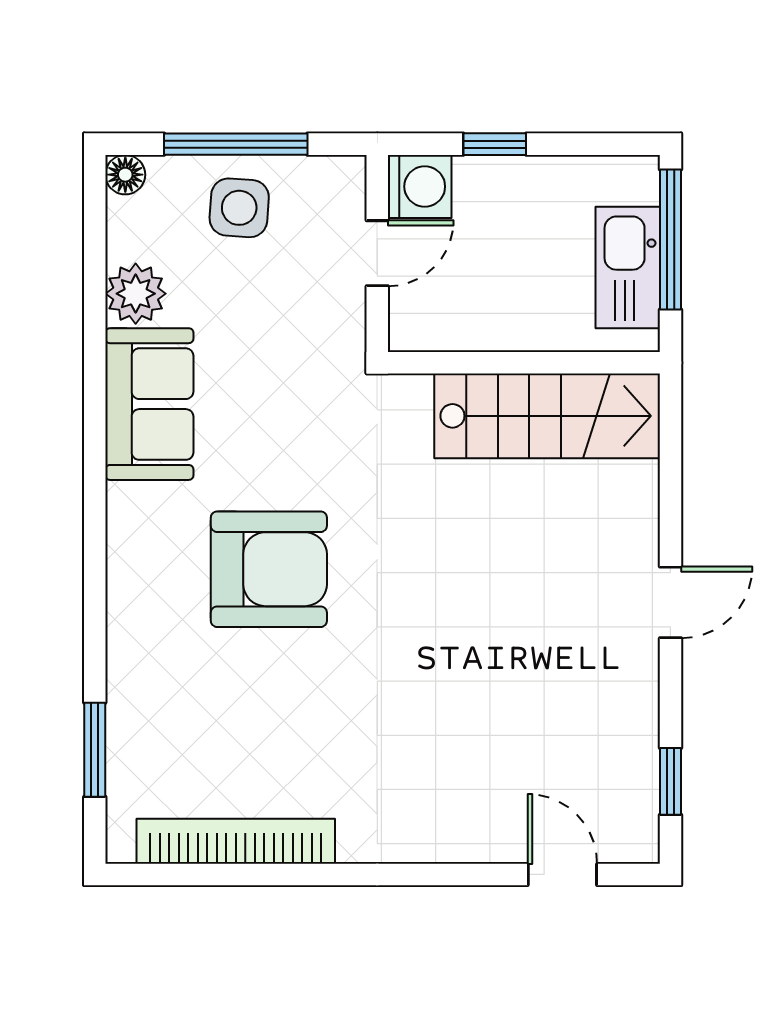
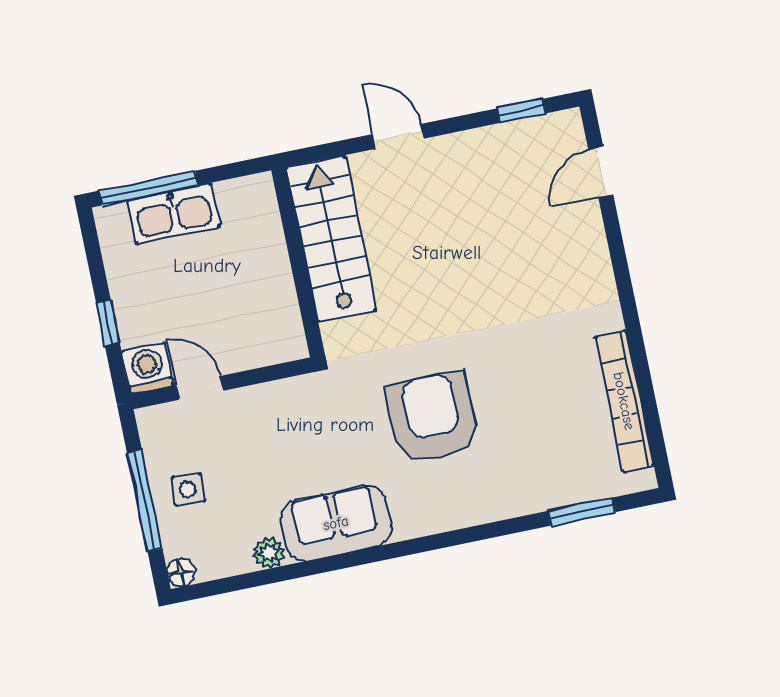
side table: (239, 208) -> (188, 489), width x0.73, depth x0.73
plant: (136, 294) -> (269, 553), width x0.73, depth x0.73
wall: (524, 363) -> (298, 262), moved
stairs: (547, 416) -> (331, 239), moved

